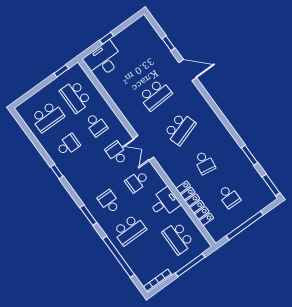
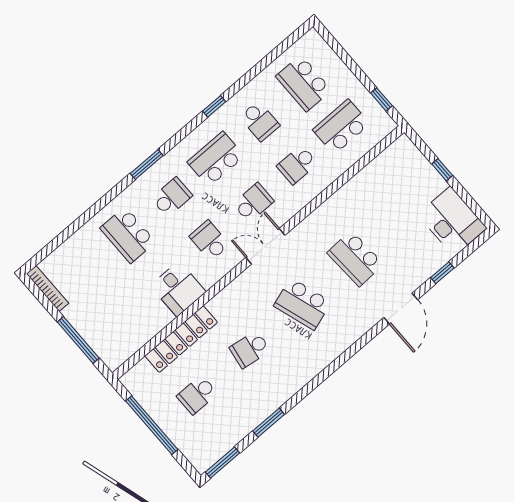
desk: (103, 60) -> (452, 221), moved
school desk: (178, 238) -> (216, 159), moved
window: (119, 257) -> (82, 220), removed

